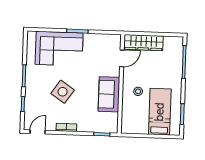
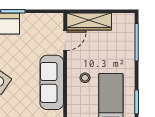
sofa: (109, 94) -> (52, 82), width x1.36

